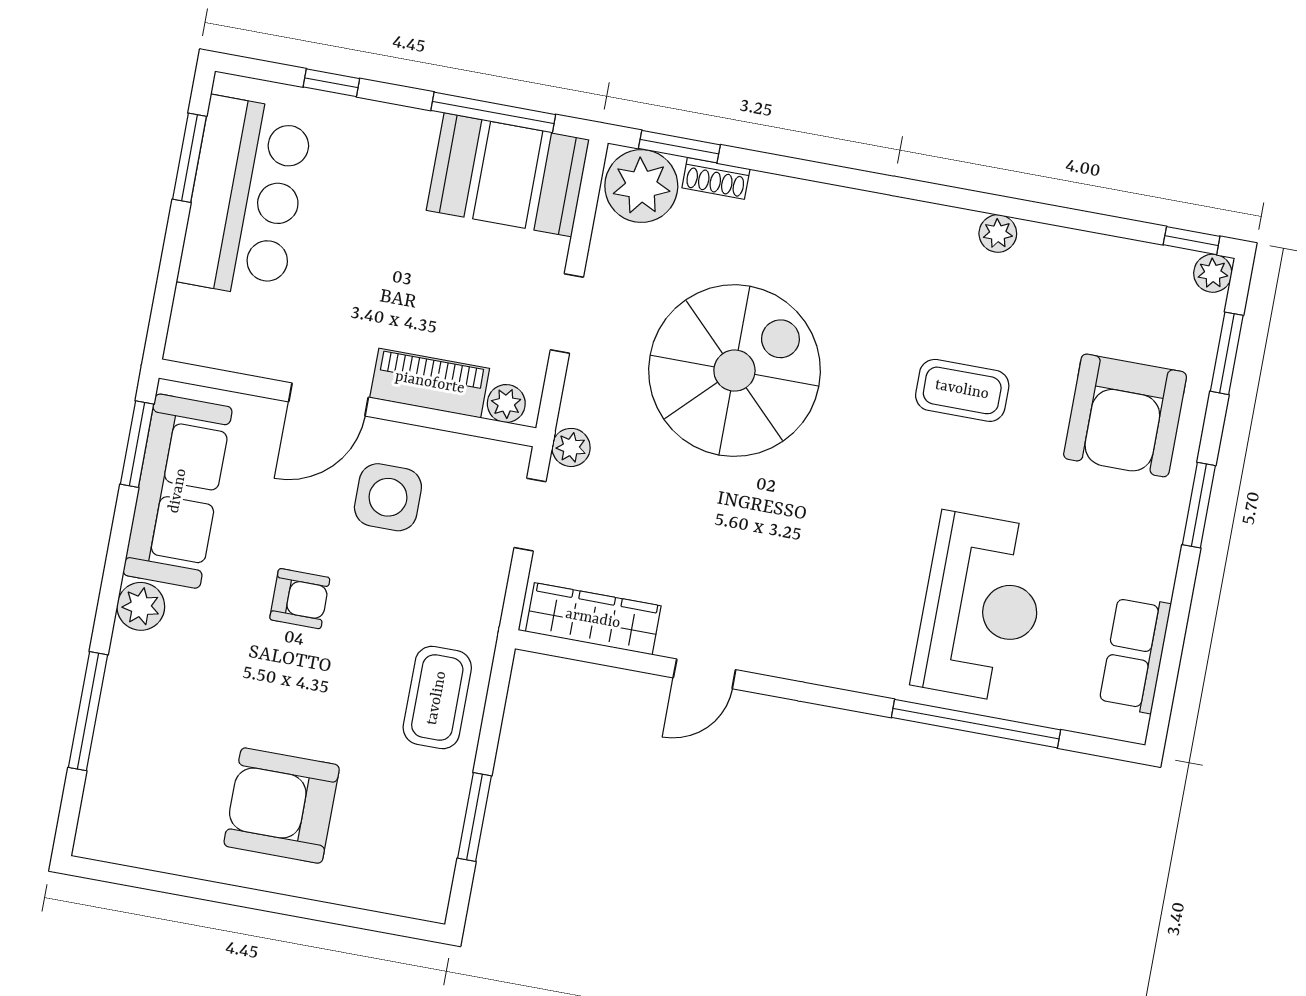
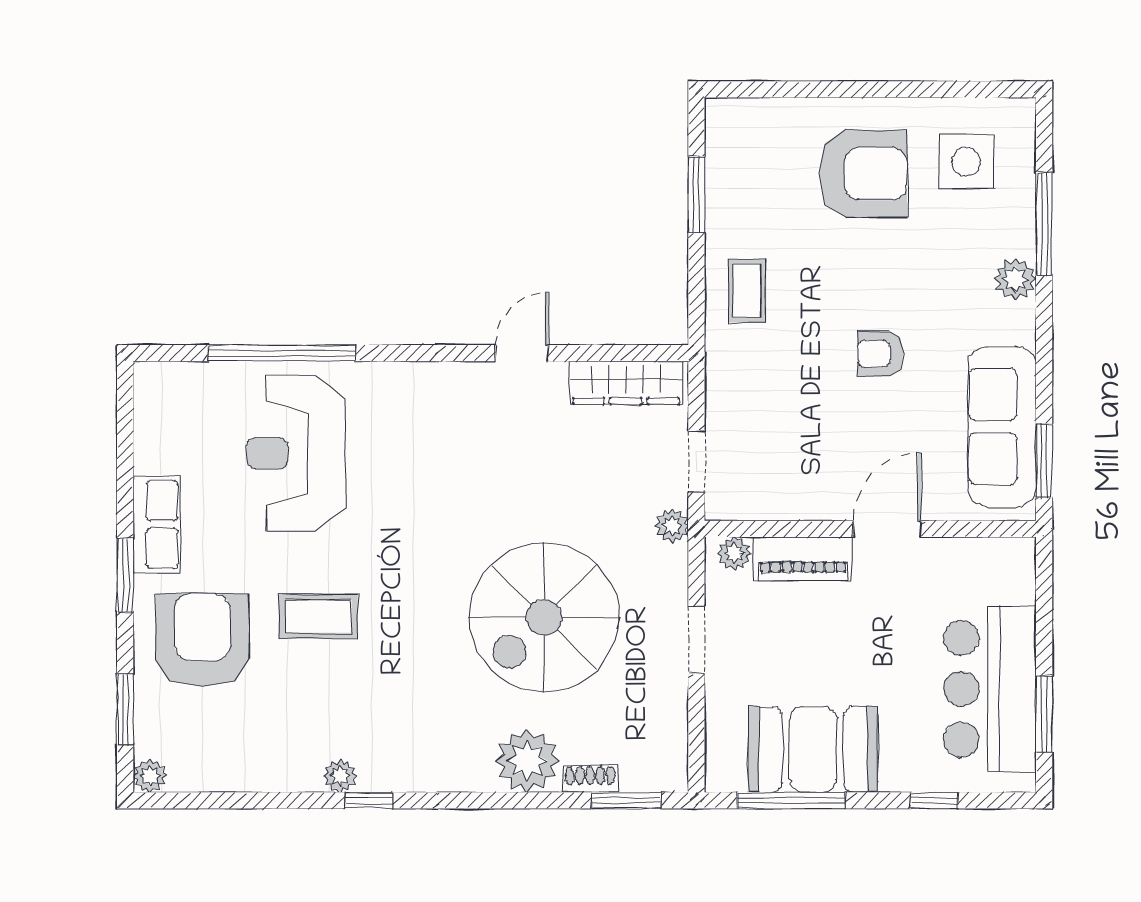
booth: (508, 175) -> (813, 749), moved
plant: (641, 186) -> (527, 761), moved
window: (1192, 241) -> (369, 800), moved
coffee table: (962, 390) -> (318, 616), moved
side table: (388, 497) -> (966, 162), moved
plant: (141, 606) -> (1015, 279), moved
row of seats: (1135, 654) -> (157, 524), moved
coffee table: (437, 698) -> (747, 291), width x0.73, depth x0.77

